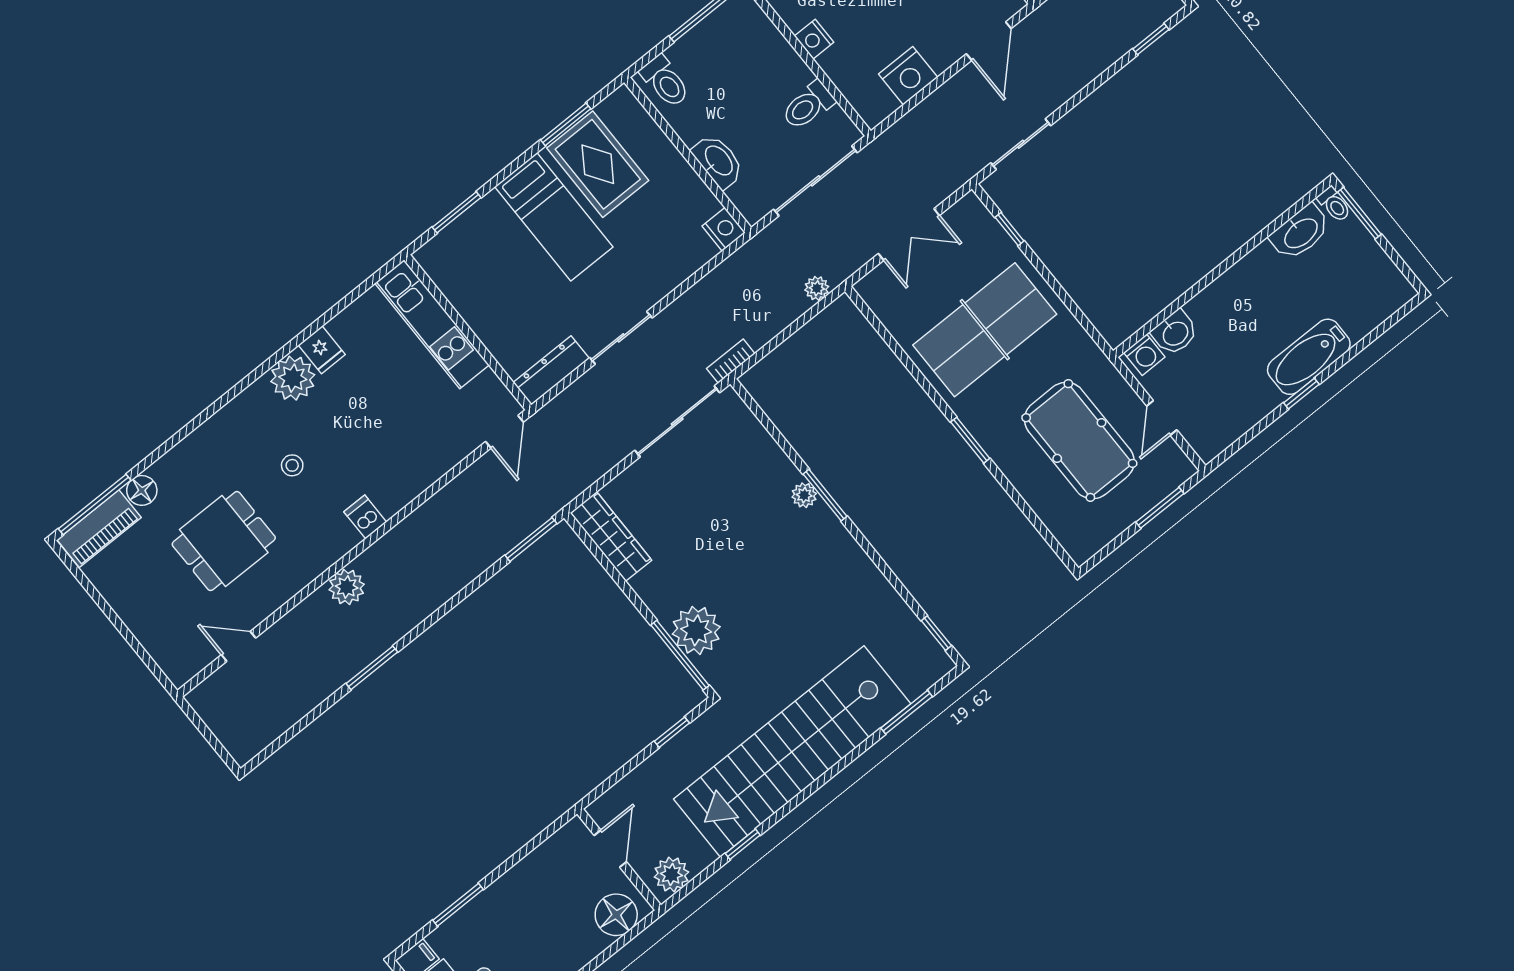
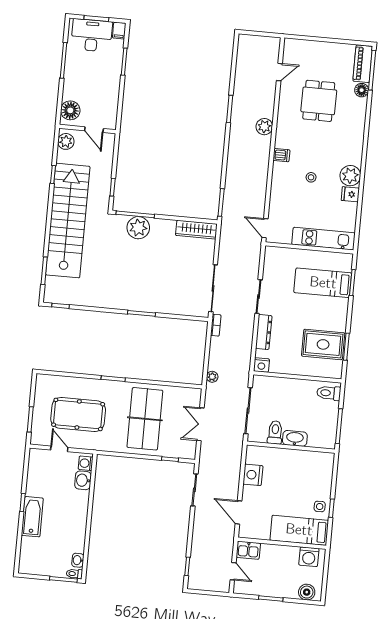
nightstand: (814, 39) -> (295, 456), removed
washbasin: (718, 161) -> (295, 438), moved, turned 180
bed: (554, 217) -> (323, 283), moved
washbasin: (1300, 232) -> (78, 560), width x0.52, depth x0.69
dresser: (551, 370) -> (264, 332), moved
stool: (292, 465) -> (311, 177), moved
plant: (804, 495) -> (148, 306), removed

